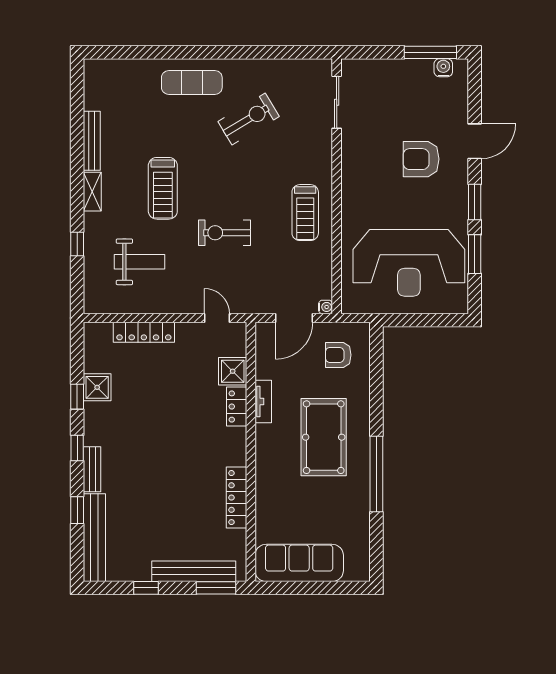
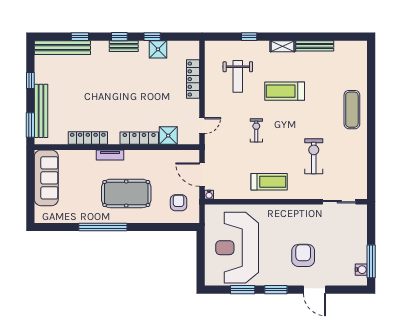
exercise bike: (249, 119) -> (314, 156), moved, turned -149
treadmill: (305, 213) -> (269, 182), turned 180
exercise bike: (225, 233) -> (256, 130), width x0.73, depth x0.72
tv unit: (263, 402) -> (110, 155), moved
locker: (237, 407) -> (139, 138), width x1.53
bench: (92, 469) -> (124, 46), moved

